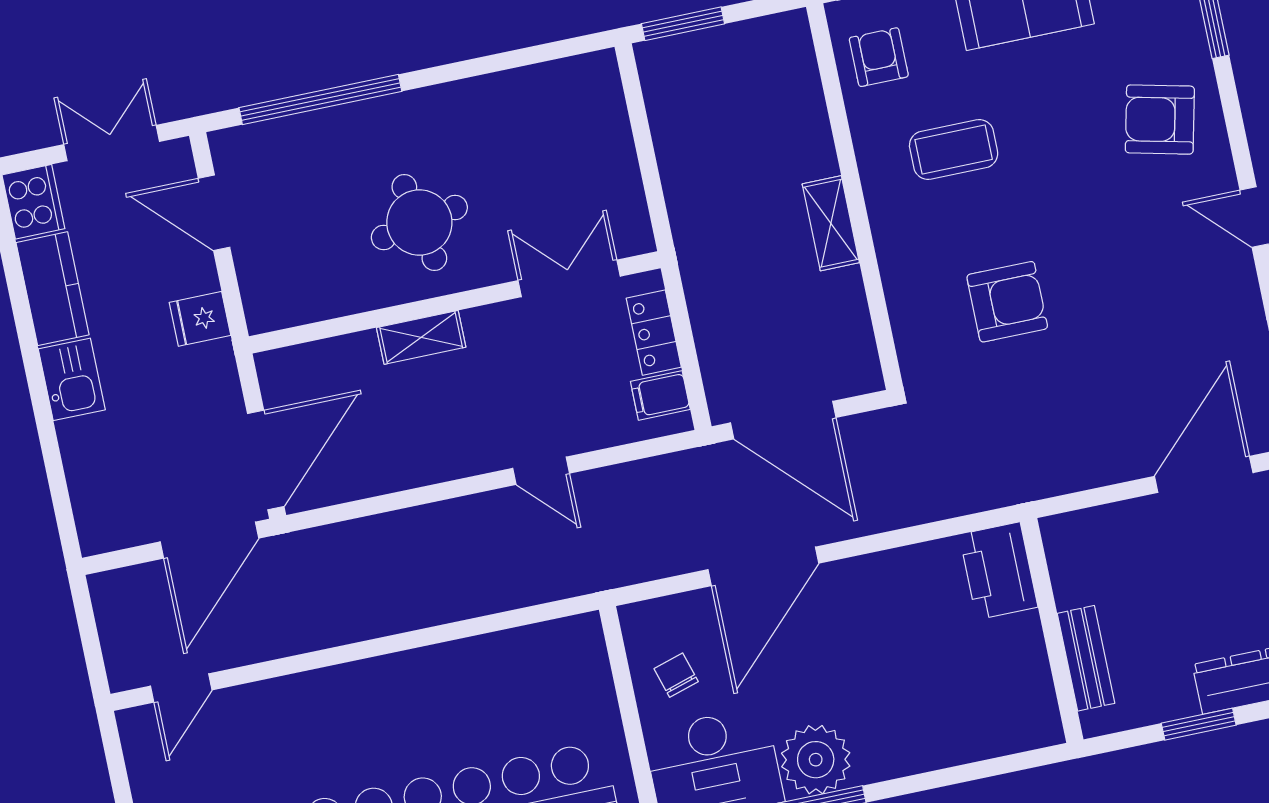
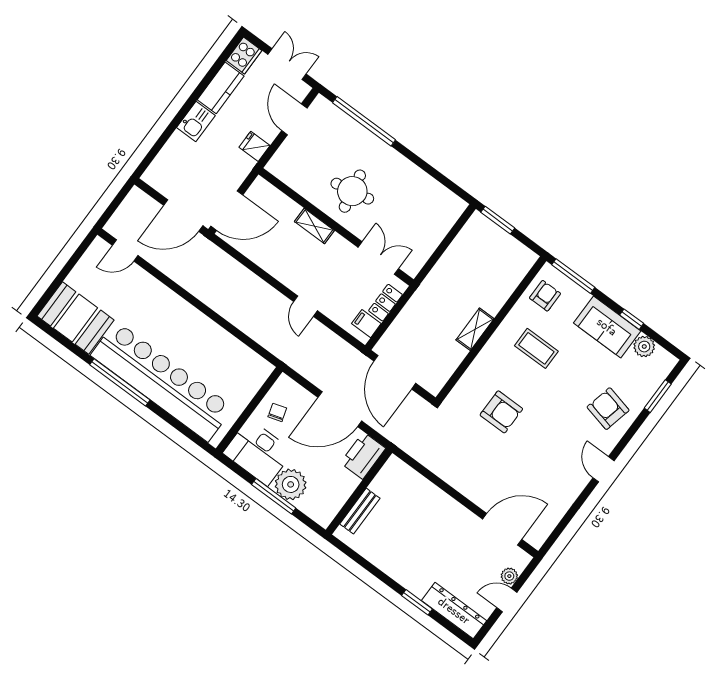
printer: (998, 571) -> (363, 456), moved
wall: (1052, 631) -> (359, 491), moved
bench: (1086, 658) -> (360, 511), moved

